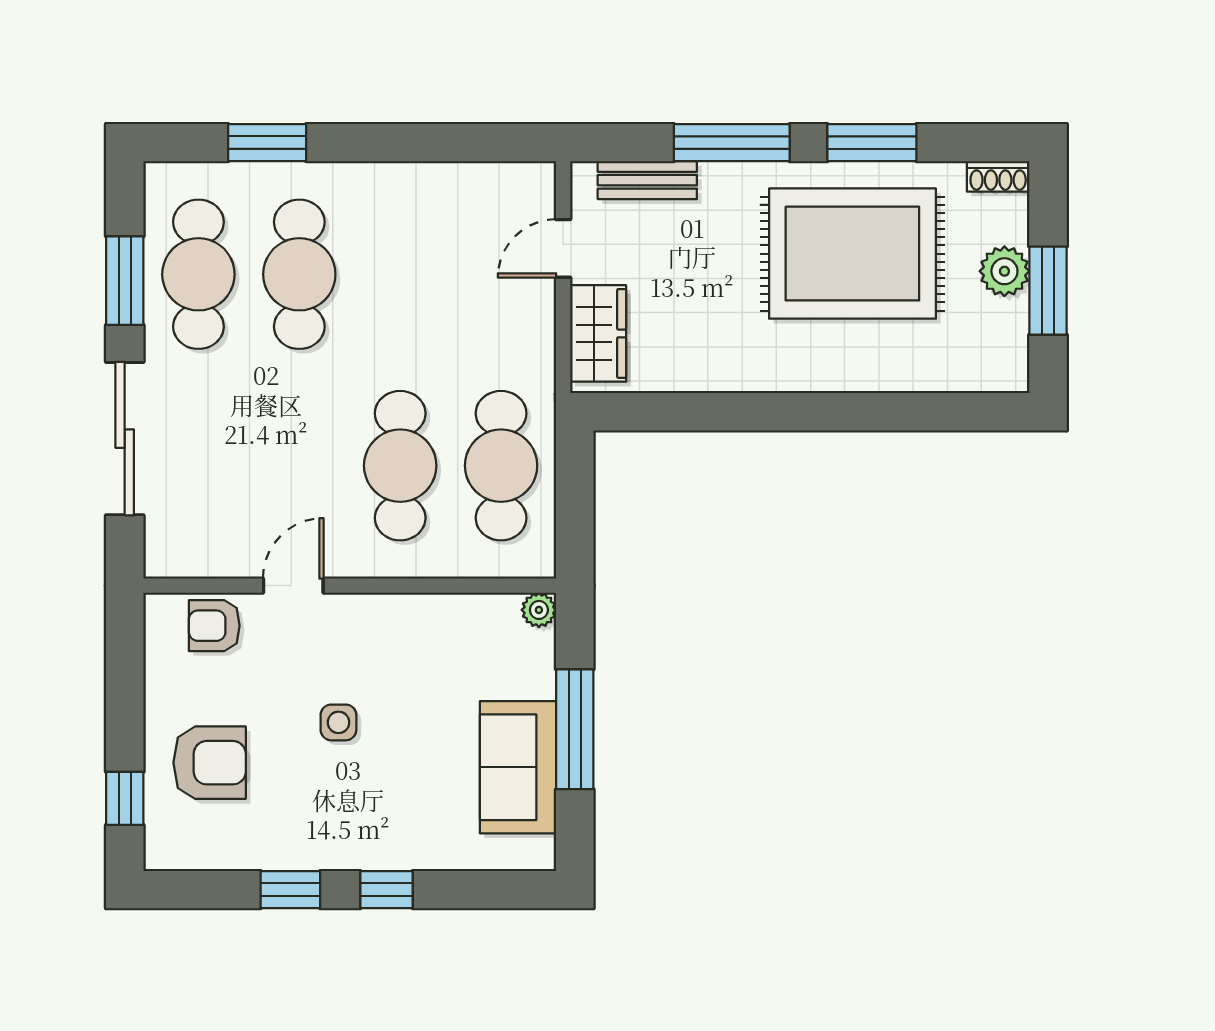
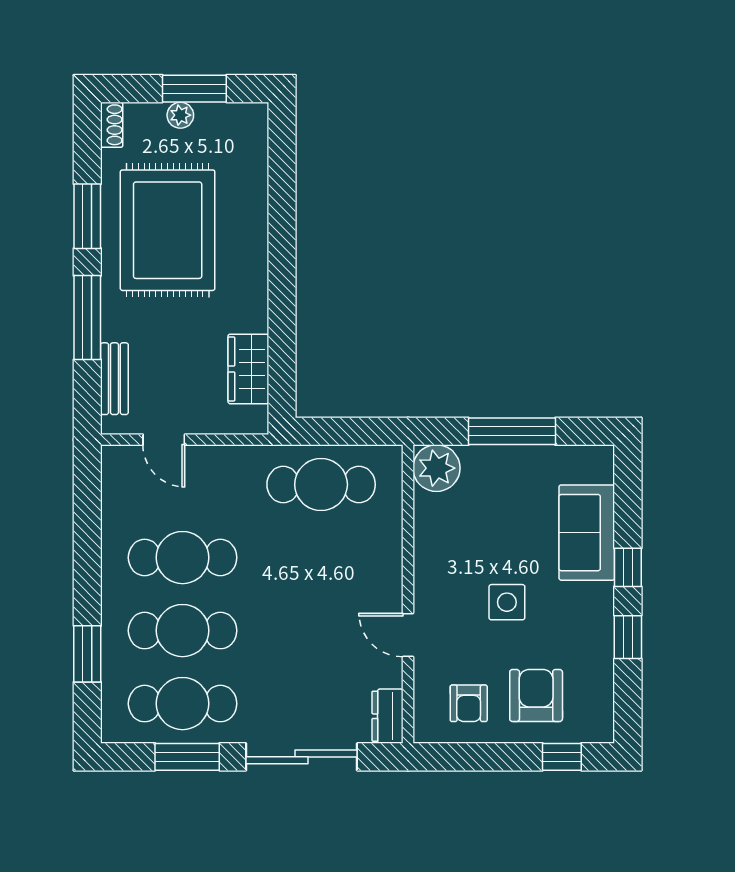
plant: (1004, 271) -> (180, 115), width x0.73, depth x0.73
wardrobe: (598, 333) -> (248, 369), moved, turned -90
cafe table: (400, 466) -> (183, 558), moved
dresser: (181, 558) -> (388, 716), added
plant: (539, 610) -> (436, 468), width x1.88, depth x1.88
armchair: (214, 626) -> (469, 703), moved
side table: (338, 722) -> (507, 602), width x1.37, depth x1.37
sofa: (518, 767) -> (587, 533), moved, turned 90

